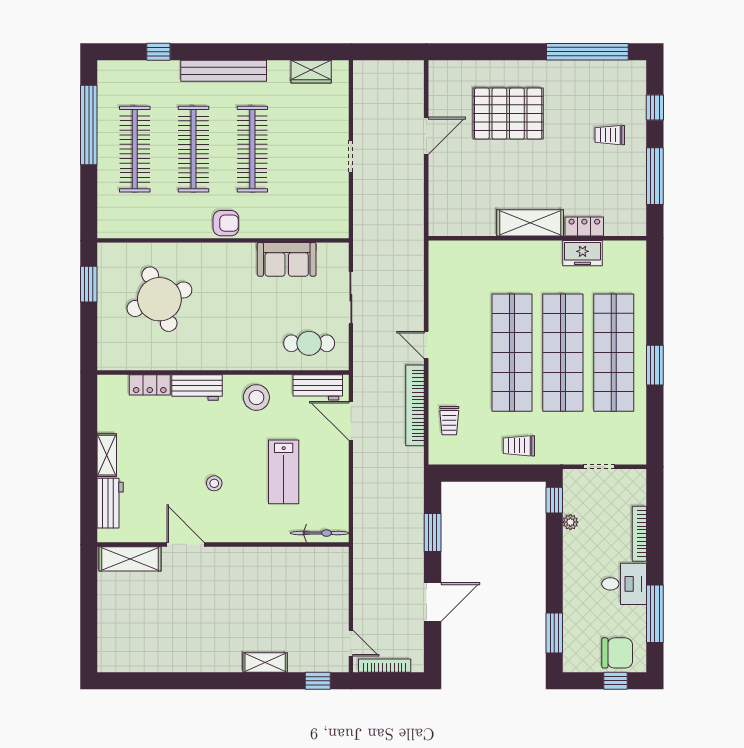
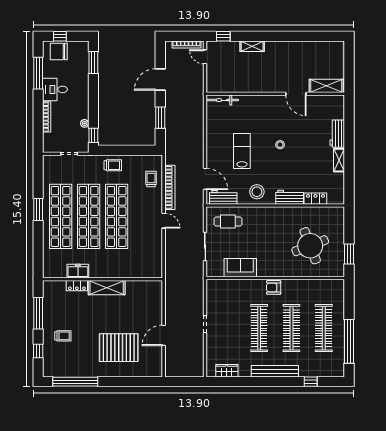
bicycle: (320, 533) -> (222, 100), moved
door: (185, 544) -> (296, 94), moved
wall: (223, 544) -> (275, 94), moved
shelving: (130, 559) -> (326, 86), moved

